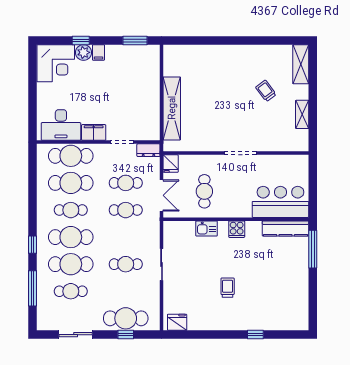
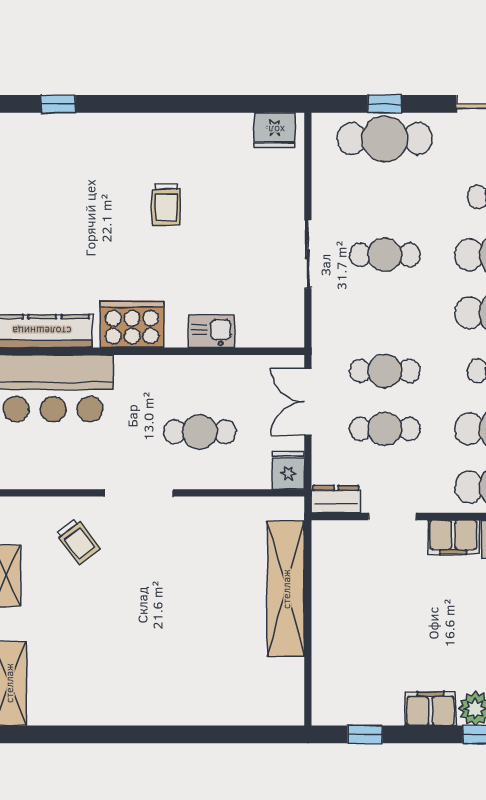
window: (135, 40) -> (365, 734), width x0.67
filing cabinet: (98, 52) -> (430, 709), width x2.00
trolley: (266, 91) -> (78, 541), moved
cafe table: (204, 191) -> (200, 432), moved, turned 90
cooker: (237, 229) -> (132, 324), width x1.87, depth x1.31
window: (255, 335) -> (58, 104), moved

